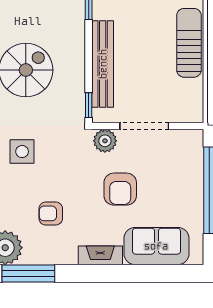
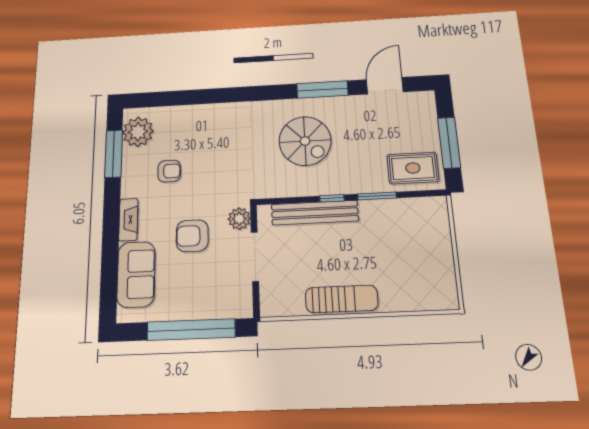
window: (89, 105) -> (332, 198), moved
side table: (22, 152) -> (227, 142), removed
armchair: (51, 213) -> (169, 171), turned 90

